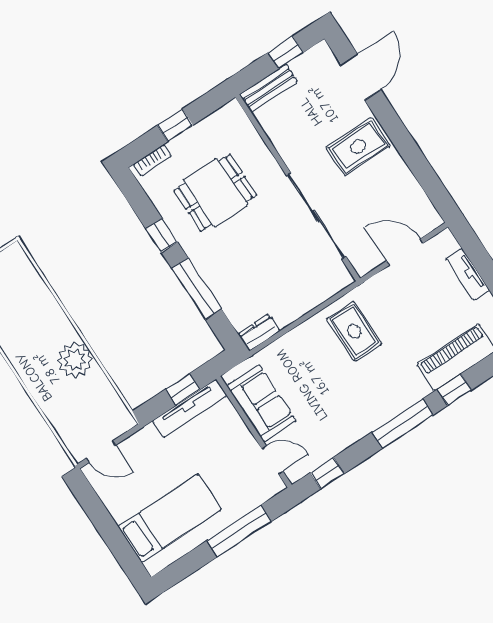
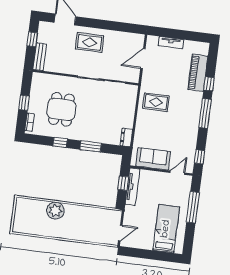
rug: (358, 147) -> (90, 42), turned 90
window: (197, 289) -> (91, 146), width x0.69
plant: (75, 360) -> (55, 211), moved

